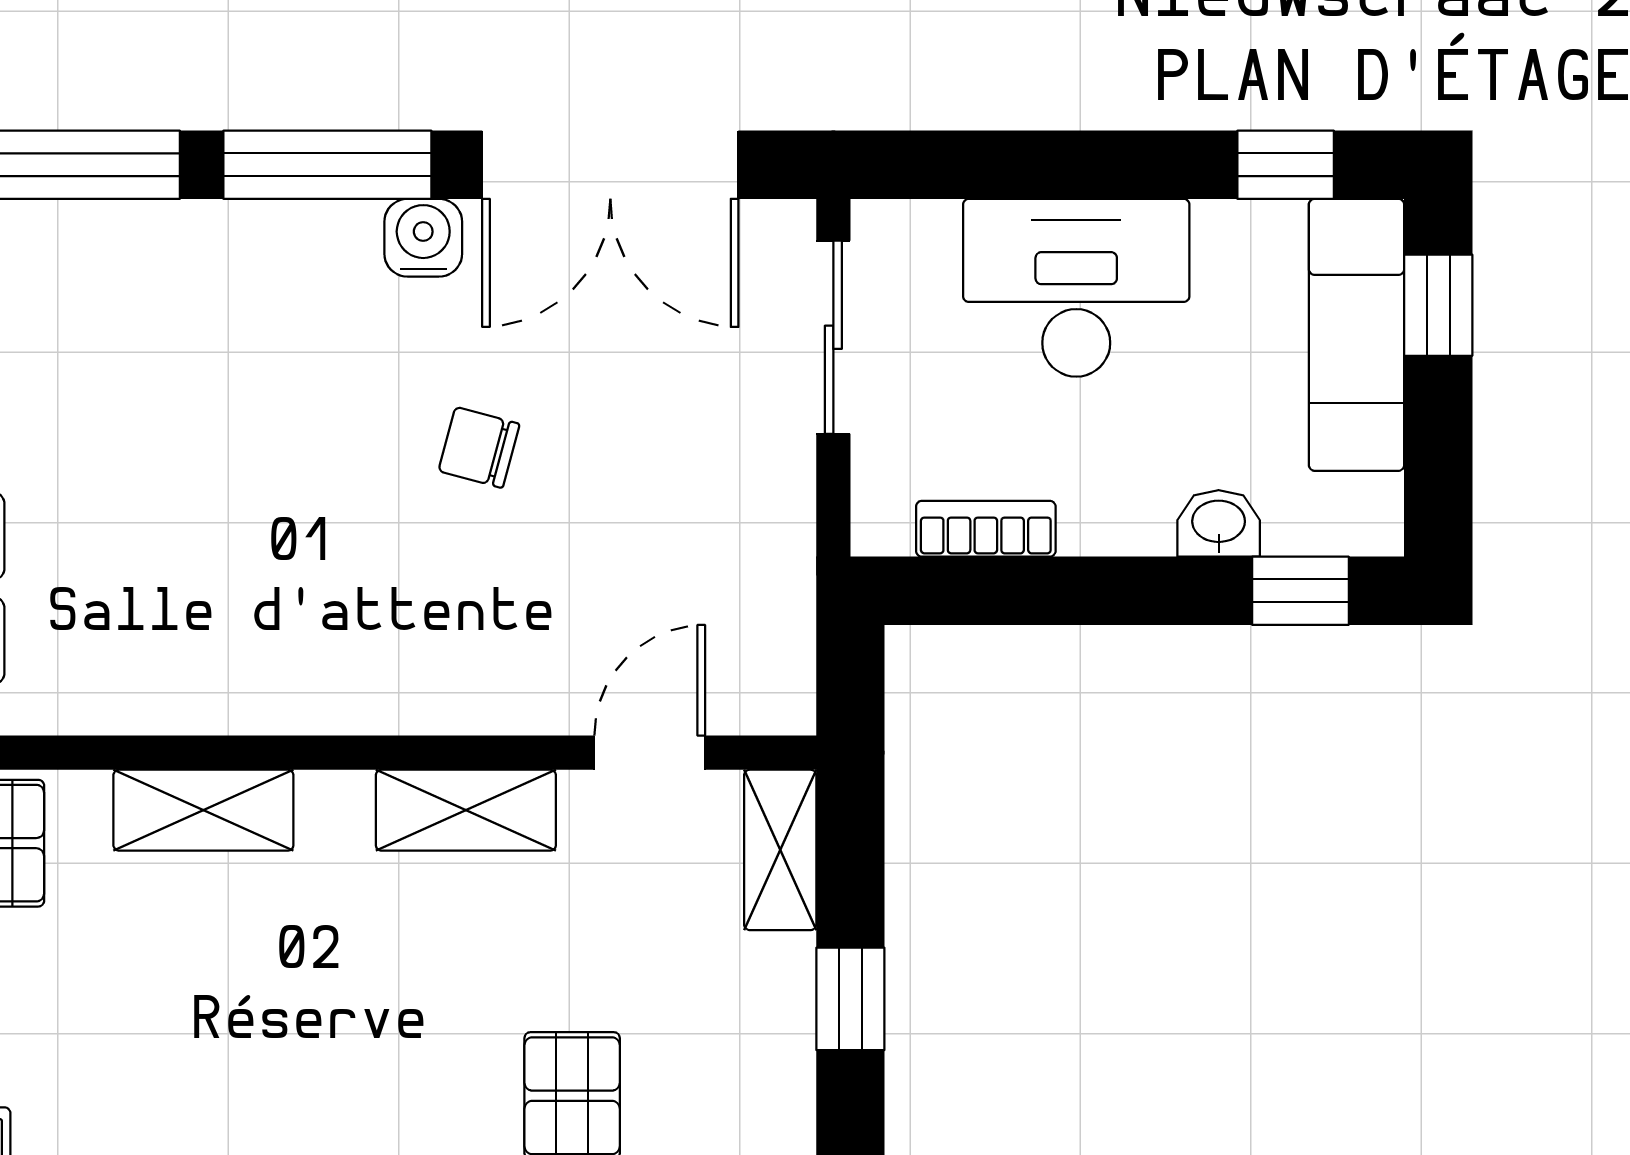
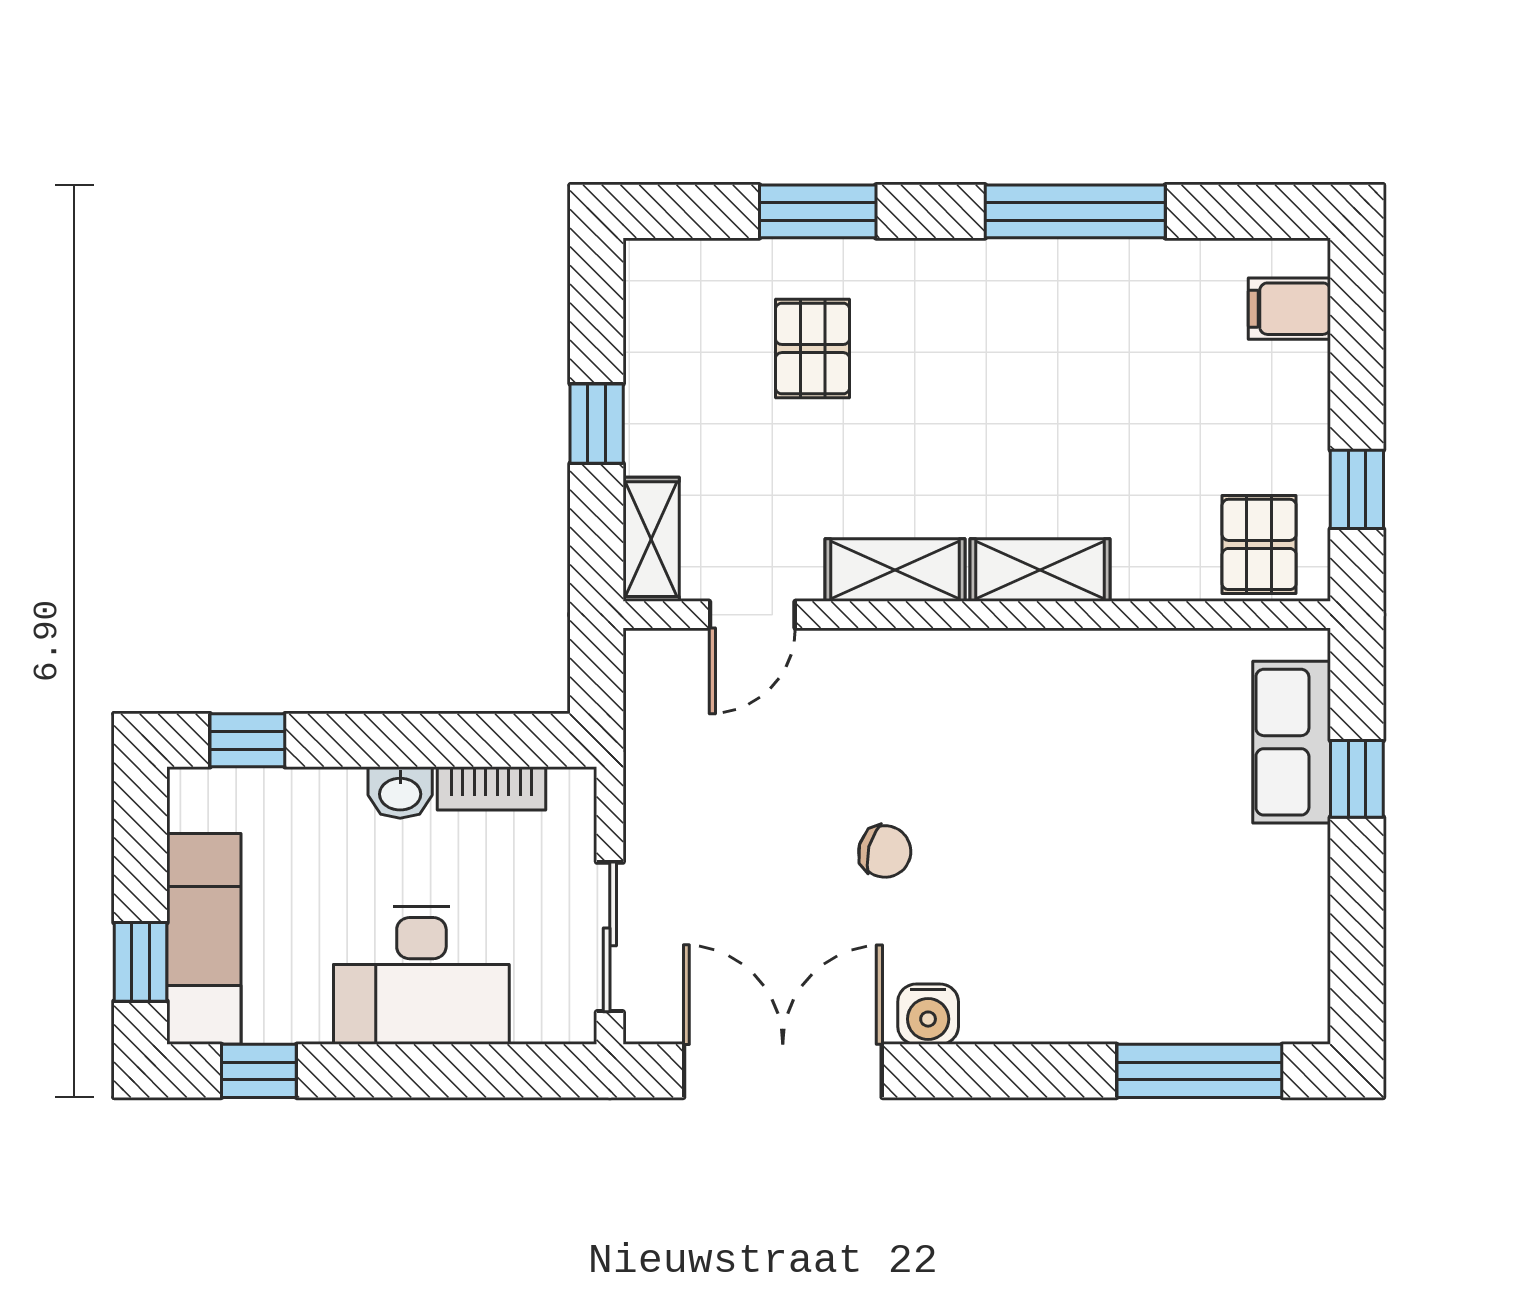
window: (327, 165) -> (1002, 1071), removed
washbasin: (1219, 523) -> (400, 793), moved
shelving: (203, 810) -> (1040, 570), moved

